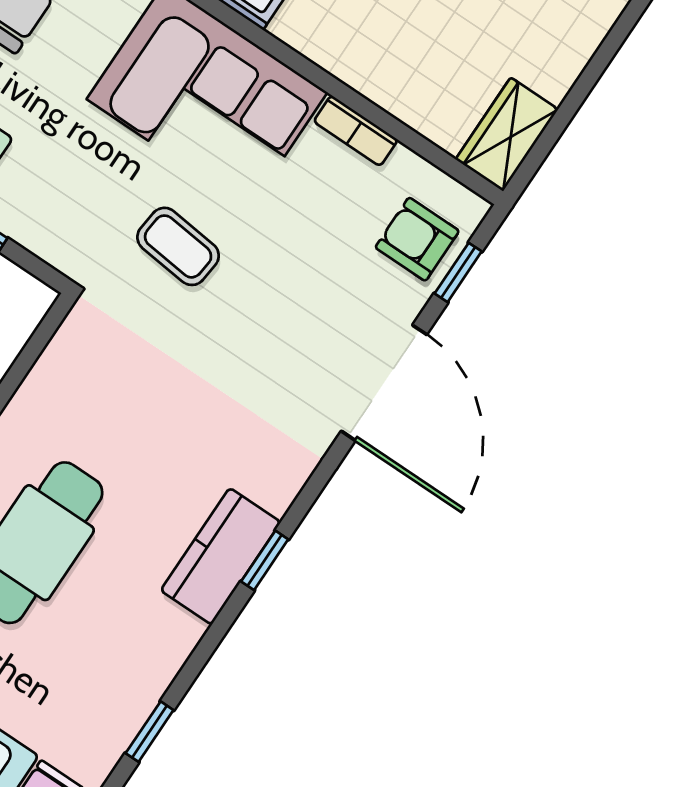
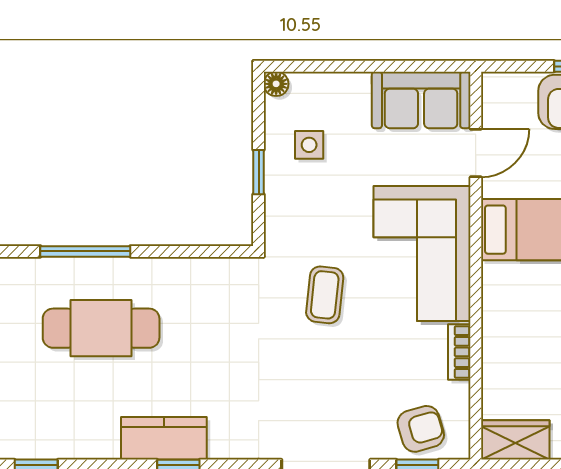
armchair: (417, 239) -> (421, 429), turned 74

